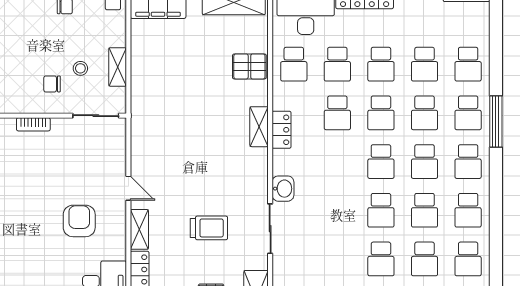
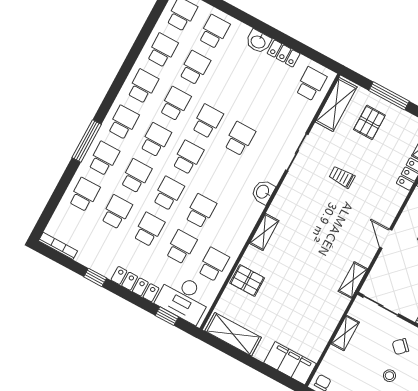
stool: (80, 68) -> (389, 376), moved
chair: (52, 84) -> (400, 347), turned 136
locker: (282, 130) -> (249, 221), removed
washbasin: (283, 189) -> (263, 192), moved
trolley: (209, 228) -> (342, 177), width x0.73, depth x0.72
shelving: (139, 229) -> (353, 280), moved
school desk: (381, 259) -> (240, 139), moved

